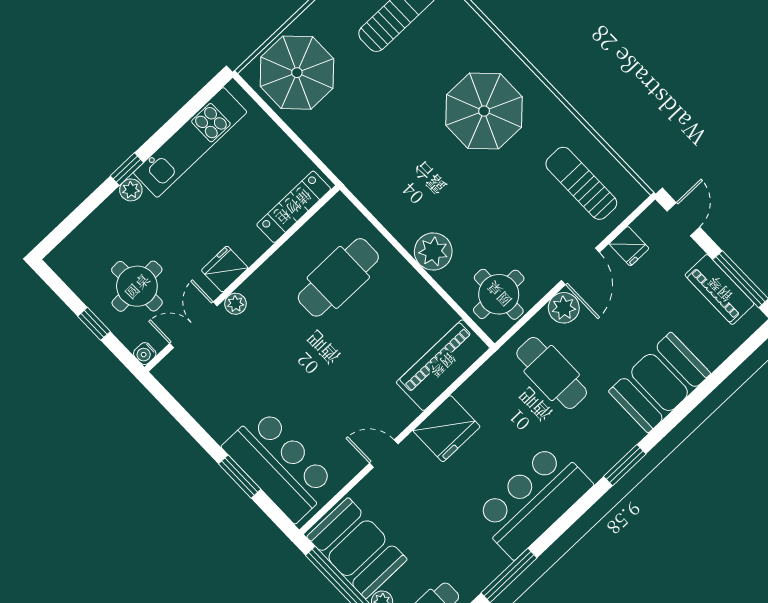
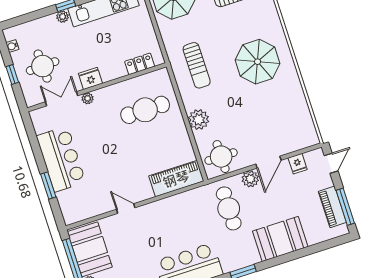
sun lounger: (581, 183) -> (197, 65), moved, turned 180
locker: (294, 207) -> (140, 64), width x0.66
water cooler: (145, 354) -> (12, 46), moved
fridge: (447, 429) -> (163, 211), removed
bar counter: (279, 465) -> (61, 159), moved

